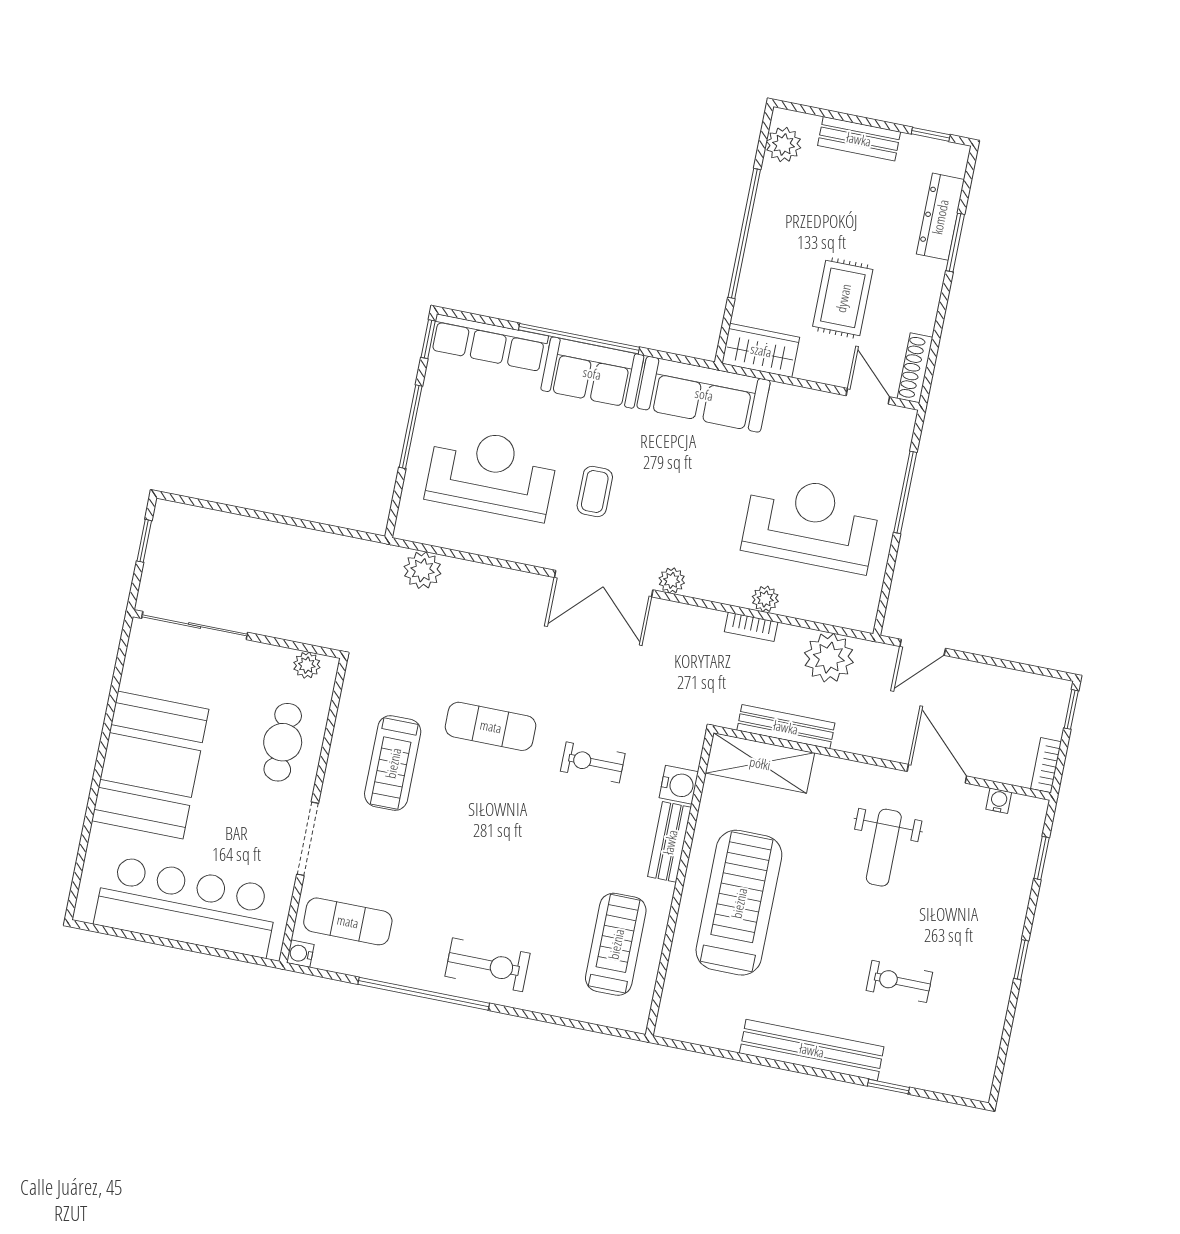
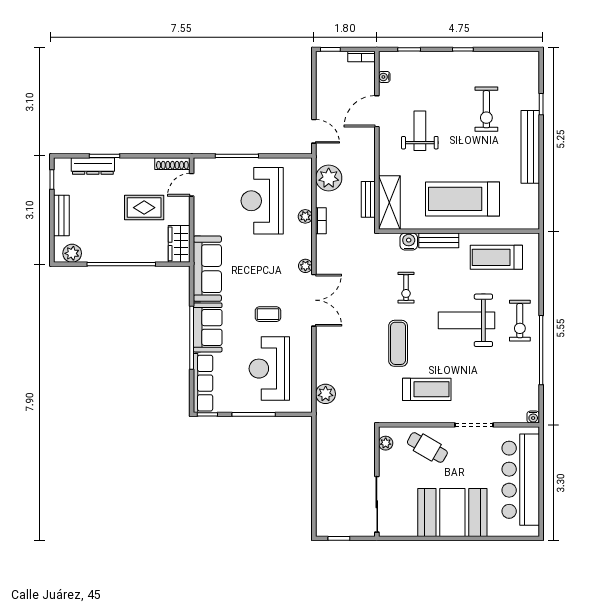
bench: (786, 727) -> (368, 199), width x0.73
cafe table: (283, 742) -> (427, 447), turned 30
weight bench: (884, 848) -> (420, 131), turned -90
weight bench: (508, 864) -> (467, 320), added
exercise mat: (348, 921) -> (512, 396), removed
exercise bike: (487, 965) -> (520, 321), turned 180
exercise bike: (899, 981) -> (486, 109), width x1.38, depth x1.39

